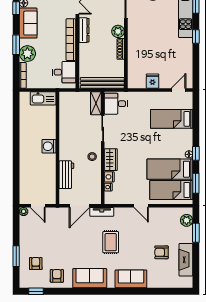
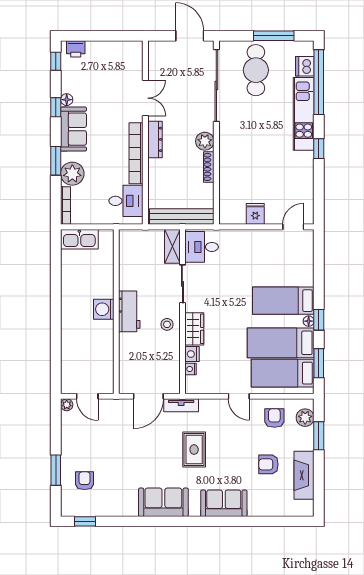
kitchen sink: (43, 98) -> (79, 239), moved
bed: (172, 119) -> (283, 301), moved
workbench: (66, 175) -> (129, 311), moved
armchair: (57, 276) -> (274, 418), moved

